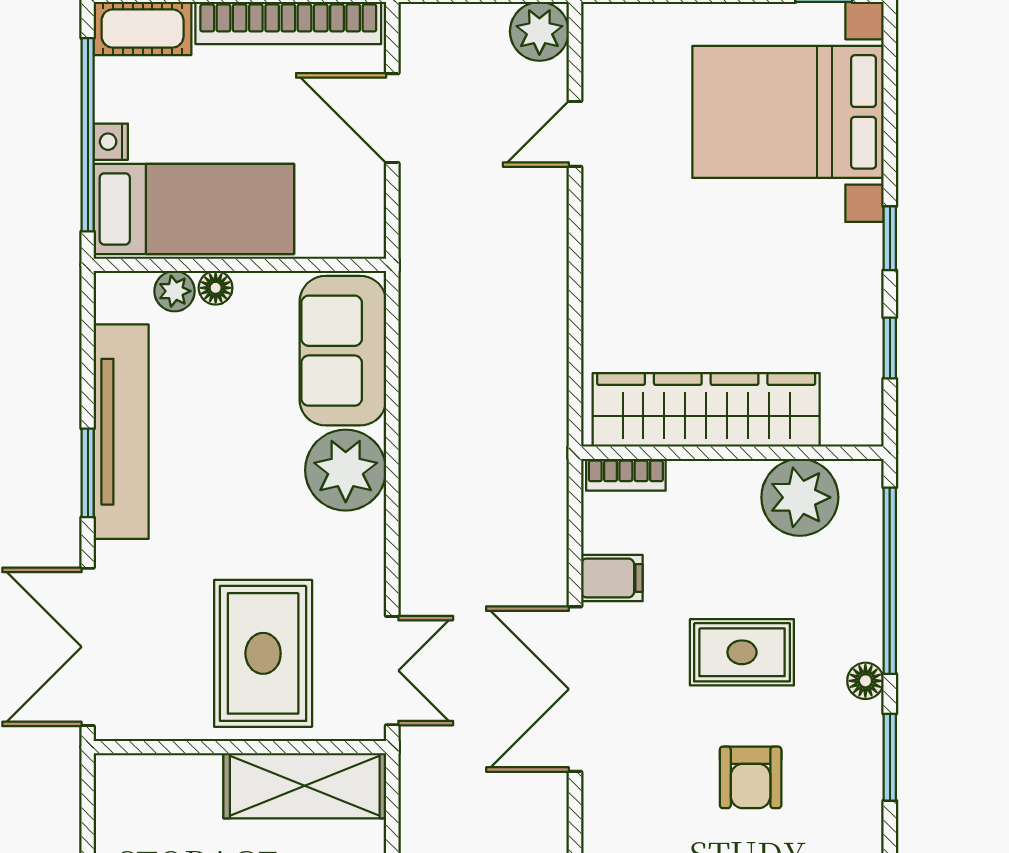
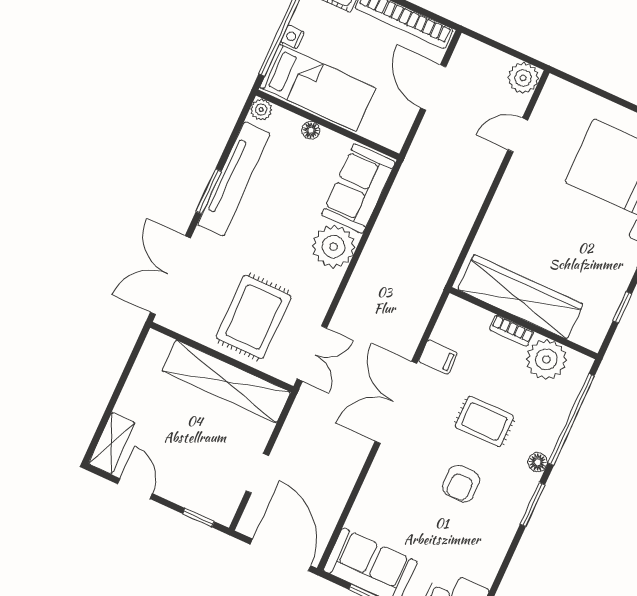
plant: (175, 291) -> (261, 110), moved
bookcase: (626, 475) -> (512, 331), moved
shelving: (305, 786) -> (226, 381), width x1.47

